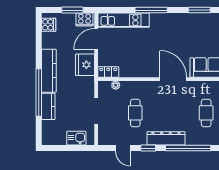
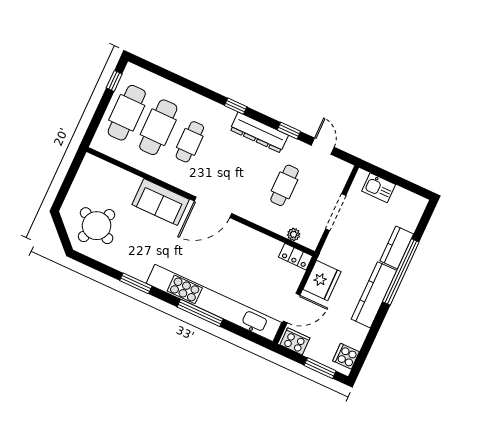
window: (72, 10) -> (320, 368), moved
kitchen unit: (124, 20) -> (214, 303), width x1.86
door: (173, 79) -> (213, 207), hinge flipped
window: (188, 148) -> (236, 106), width x0.32

